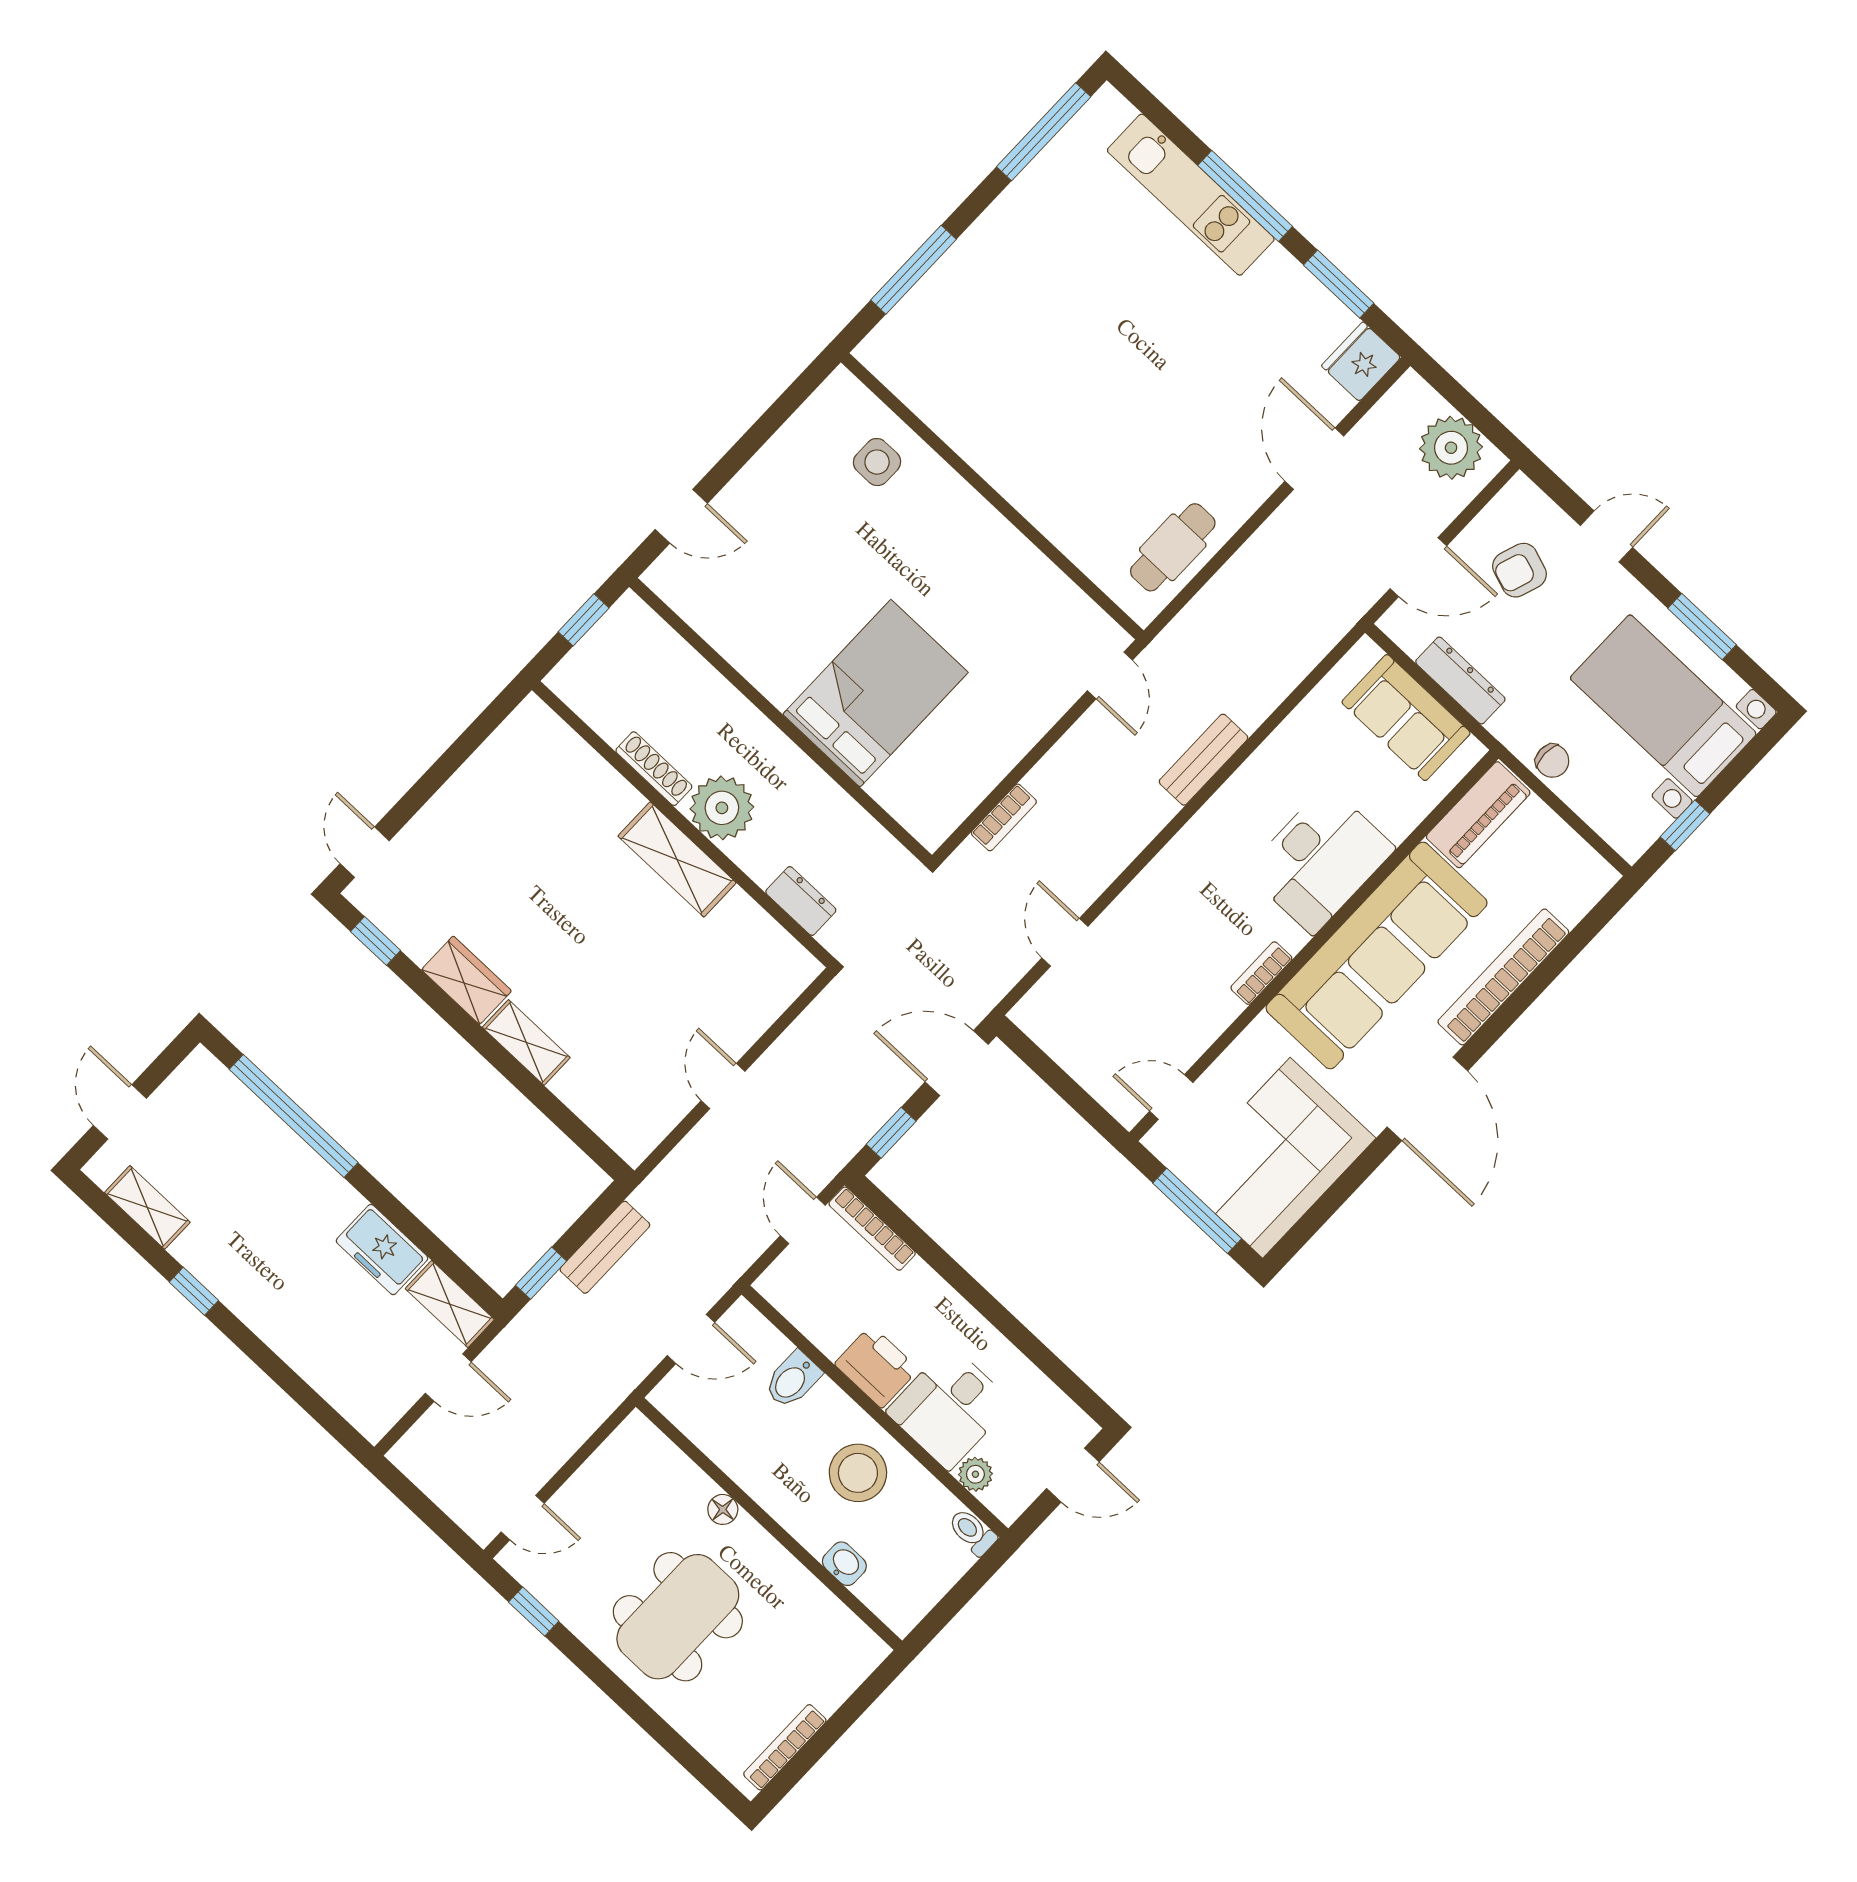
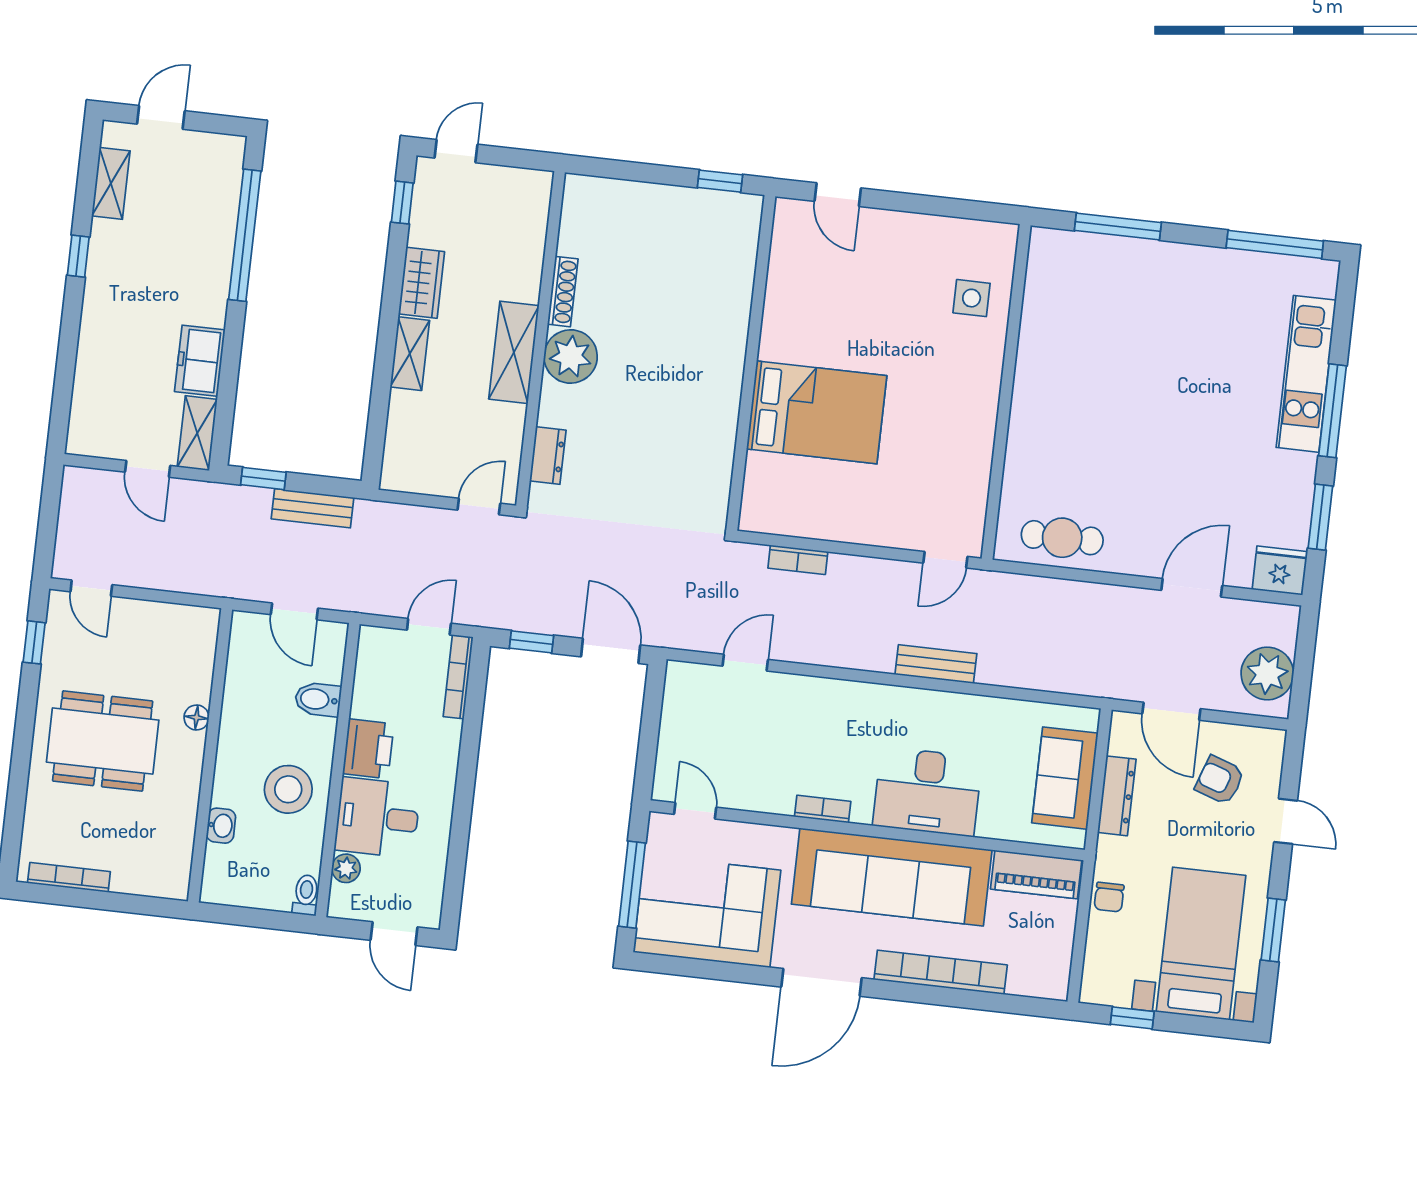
shoe rack: (654, 769) -> (563, 292), moved
plant: (722, 808) -> (571, 356), moved
wall: (683, 824) -> (540, 339), moved
shelving: (677, 859) -> (514, 352), moved
dresser: (801, 901) -> (548, 456), moved

